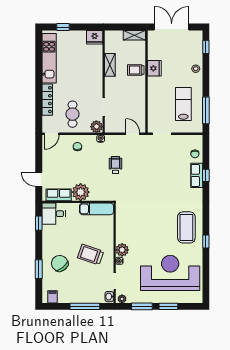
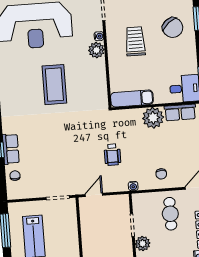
plant: (96, 127) -> (143, 244), moved
door: (133, 134) -> (94, 195), swing flipped
coffee table: (186, 227) -> (54, 85), moved
trolley: (91, 255) -> (135, 41), turned -109

